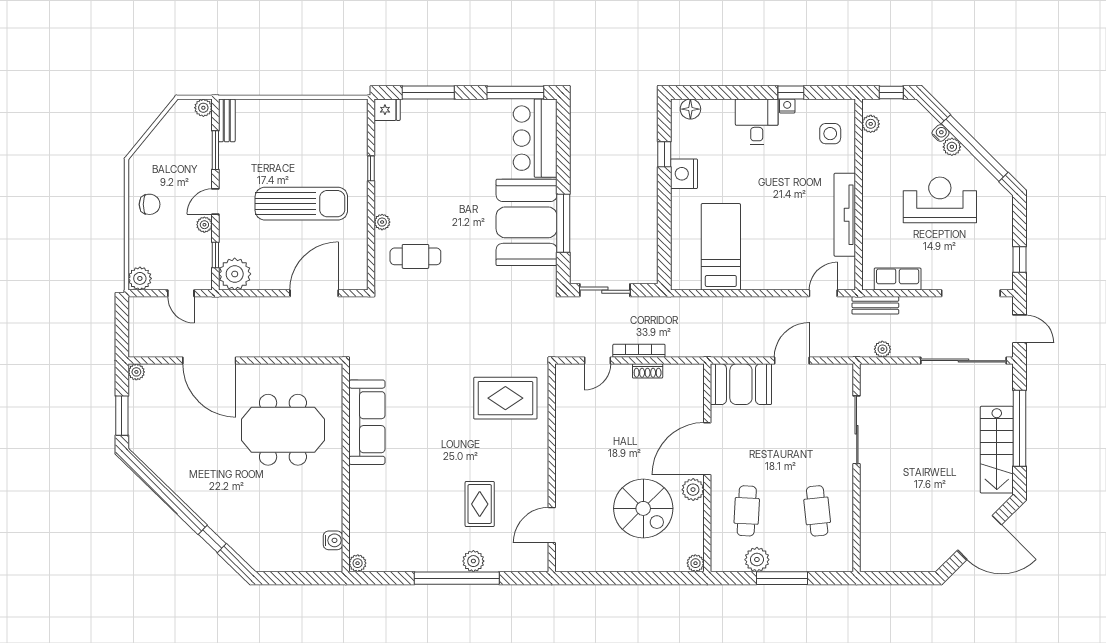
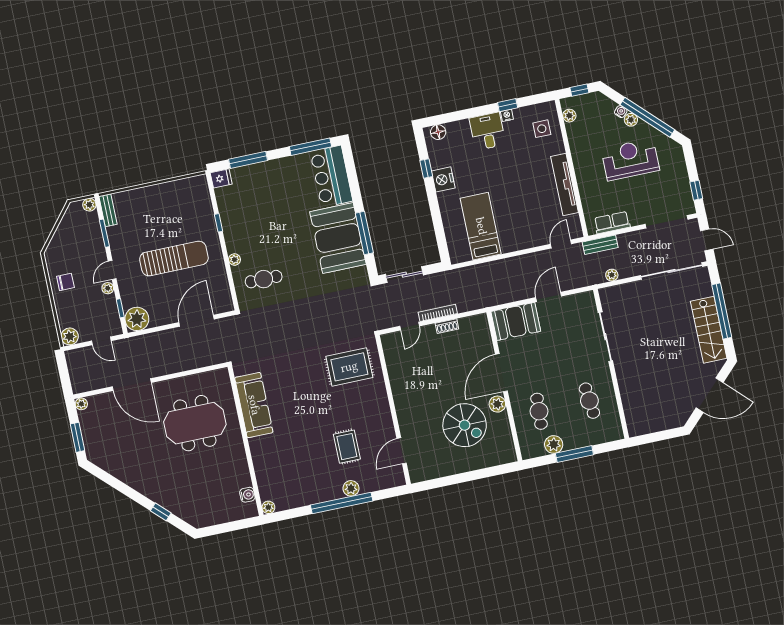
plant: (695, 563) -> (510, 456), removed

